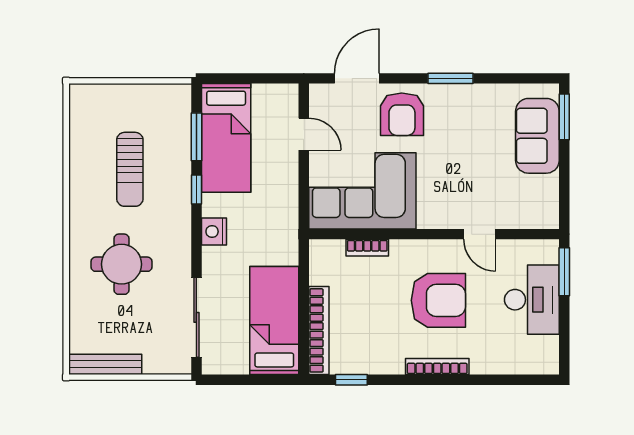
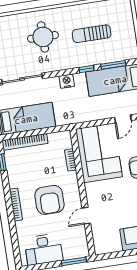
desk: (532, 300) -> (44, 249), moved

